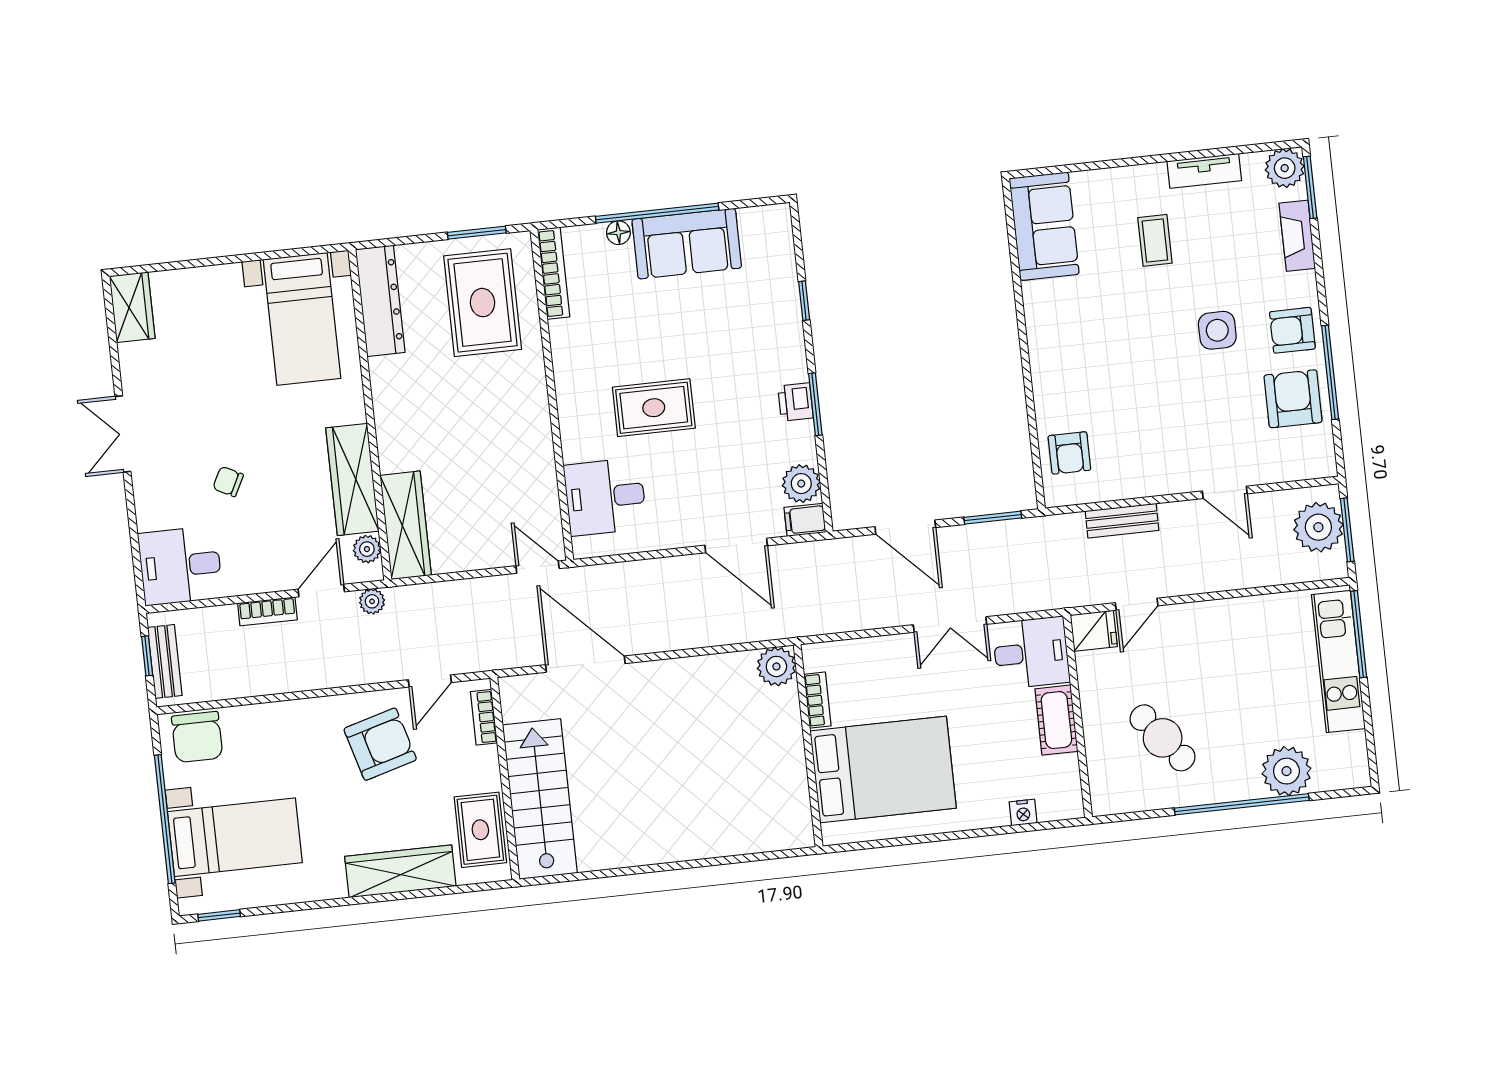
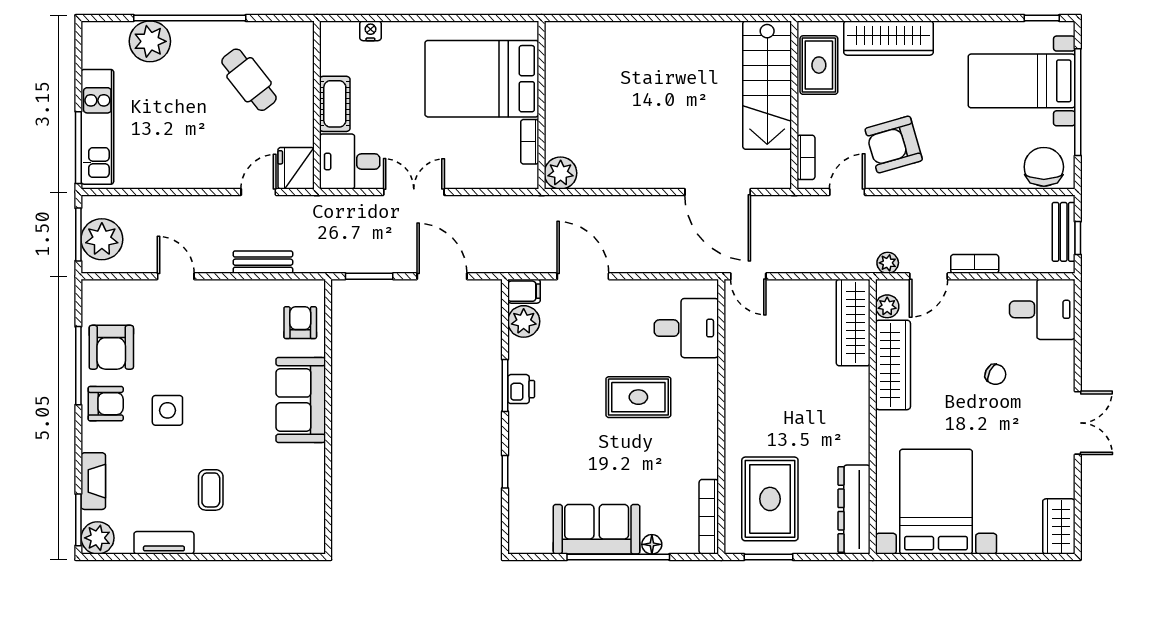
sofa: (1044, 226) -> (301, 400), moved
bed with nightstands: (302, 319) -> (936, 502), width x1.36
fridge: (1094, 631) -> (296, 168), width x1.38

